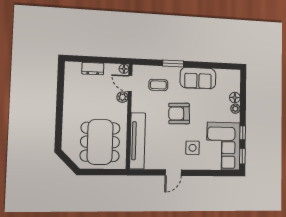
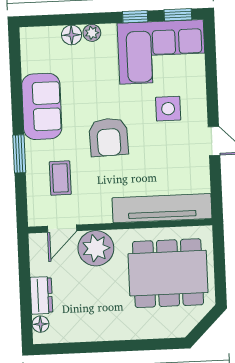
floor lamp: (124, 69) -> (41, 324), moved
plant: (122, 97) -> (96, 248), width x1.88, depth x1.88

